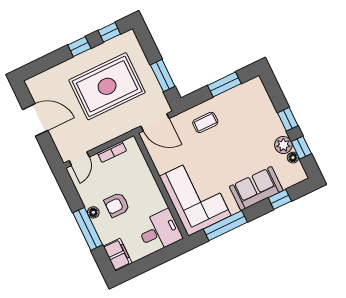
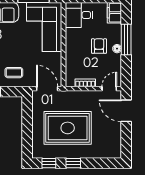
window: (163, 76) -> (27, 117), removed
door: (35, 120) -> (126, 111), moved
armchair: (117, 205) -> (99, 46), turned -90

